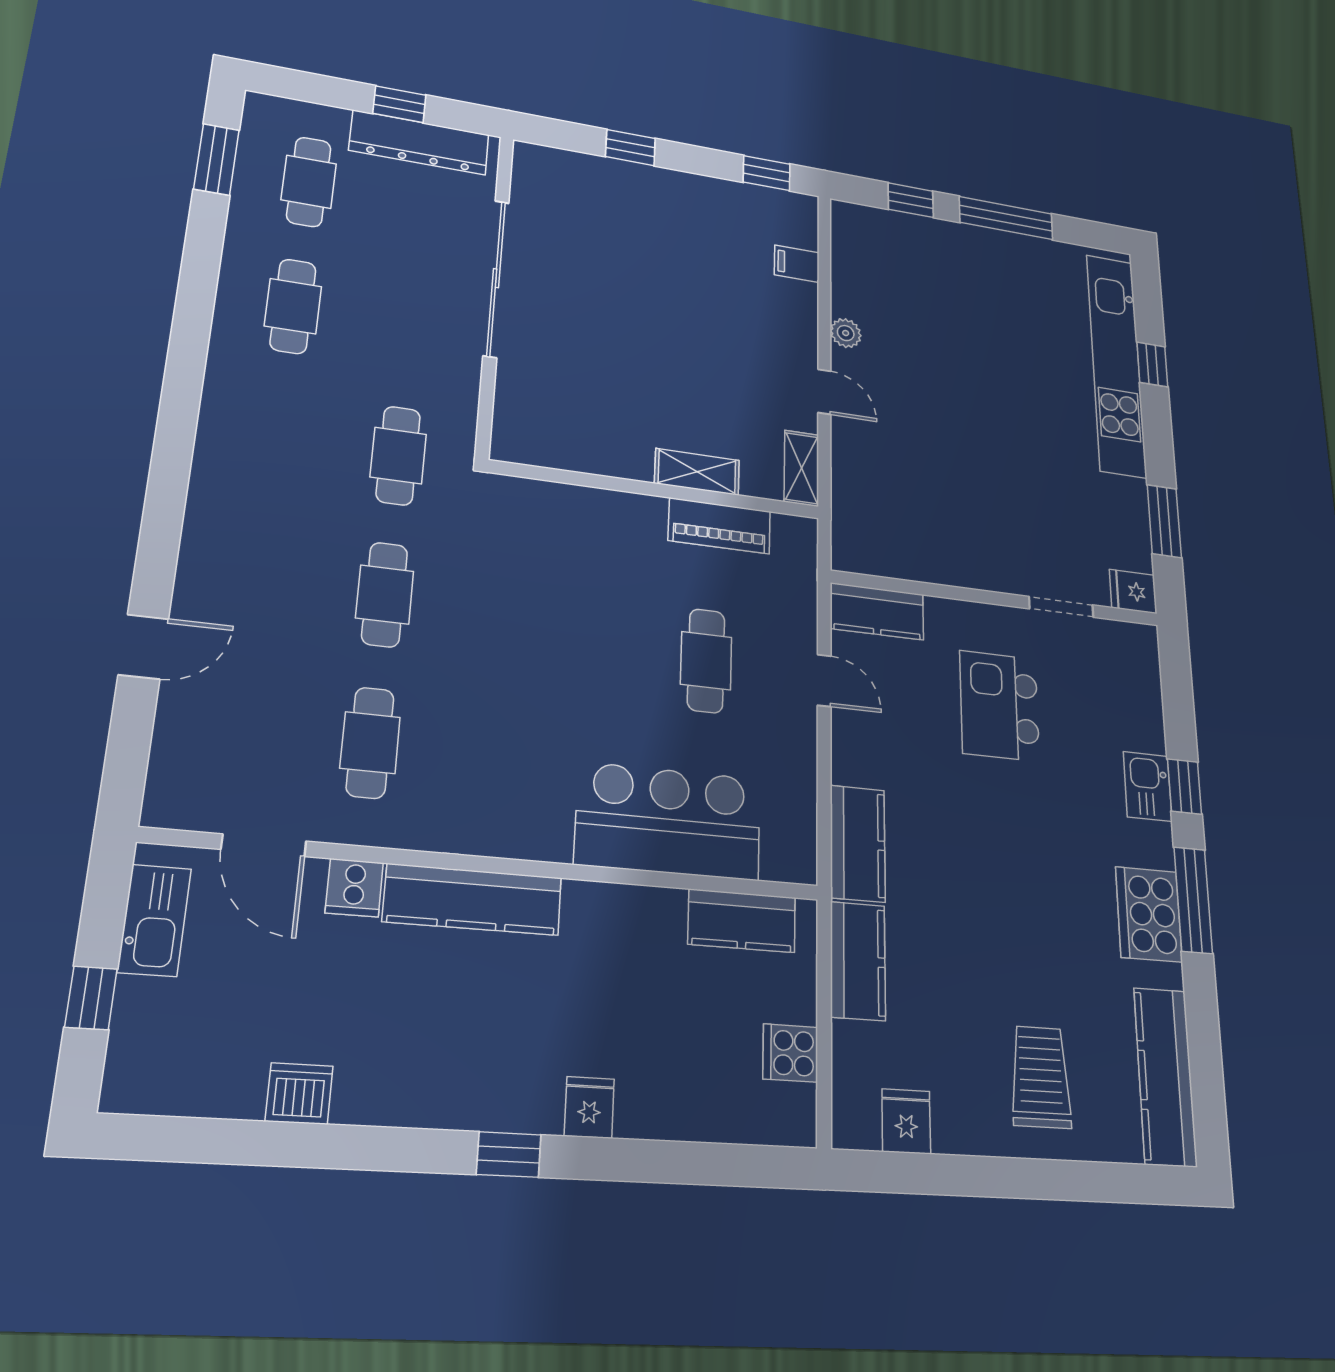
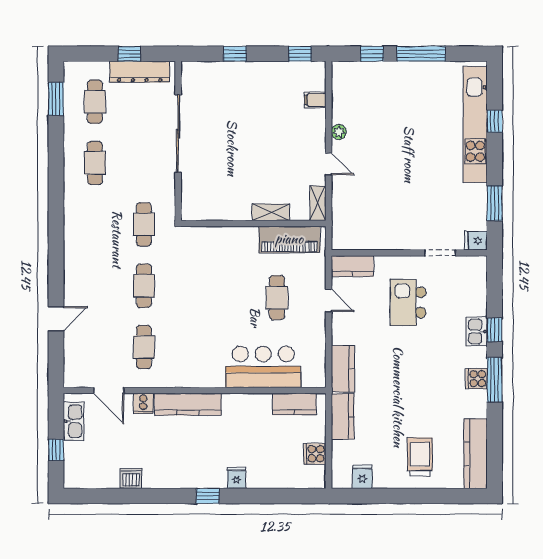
piano: (719, 526) -> (289, 239), width x1.37, depth x1.33
cooker: (1149, 914) -> (476, 379), width x0.53, depth x0.76

